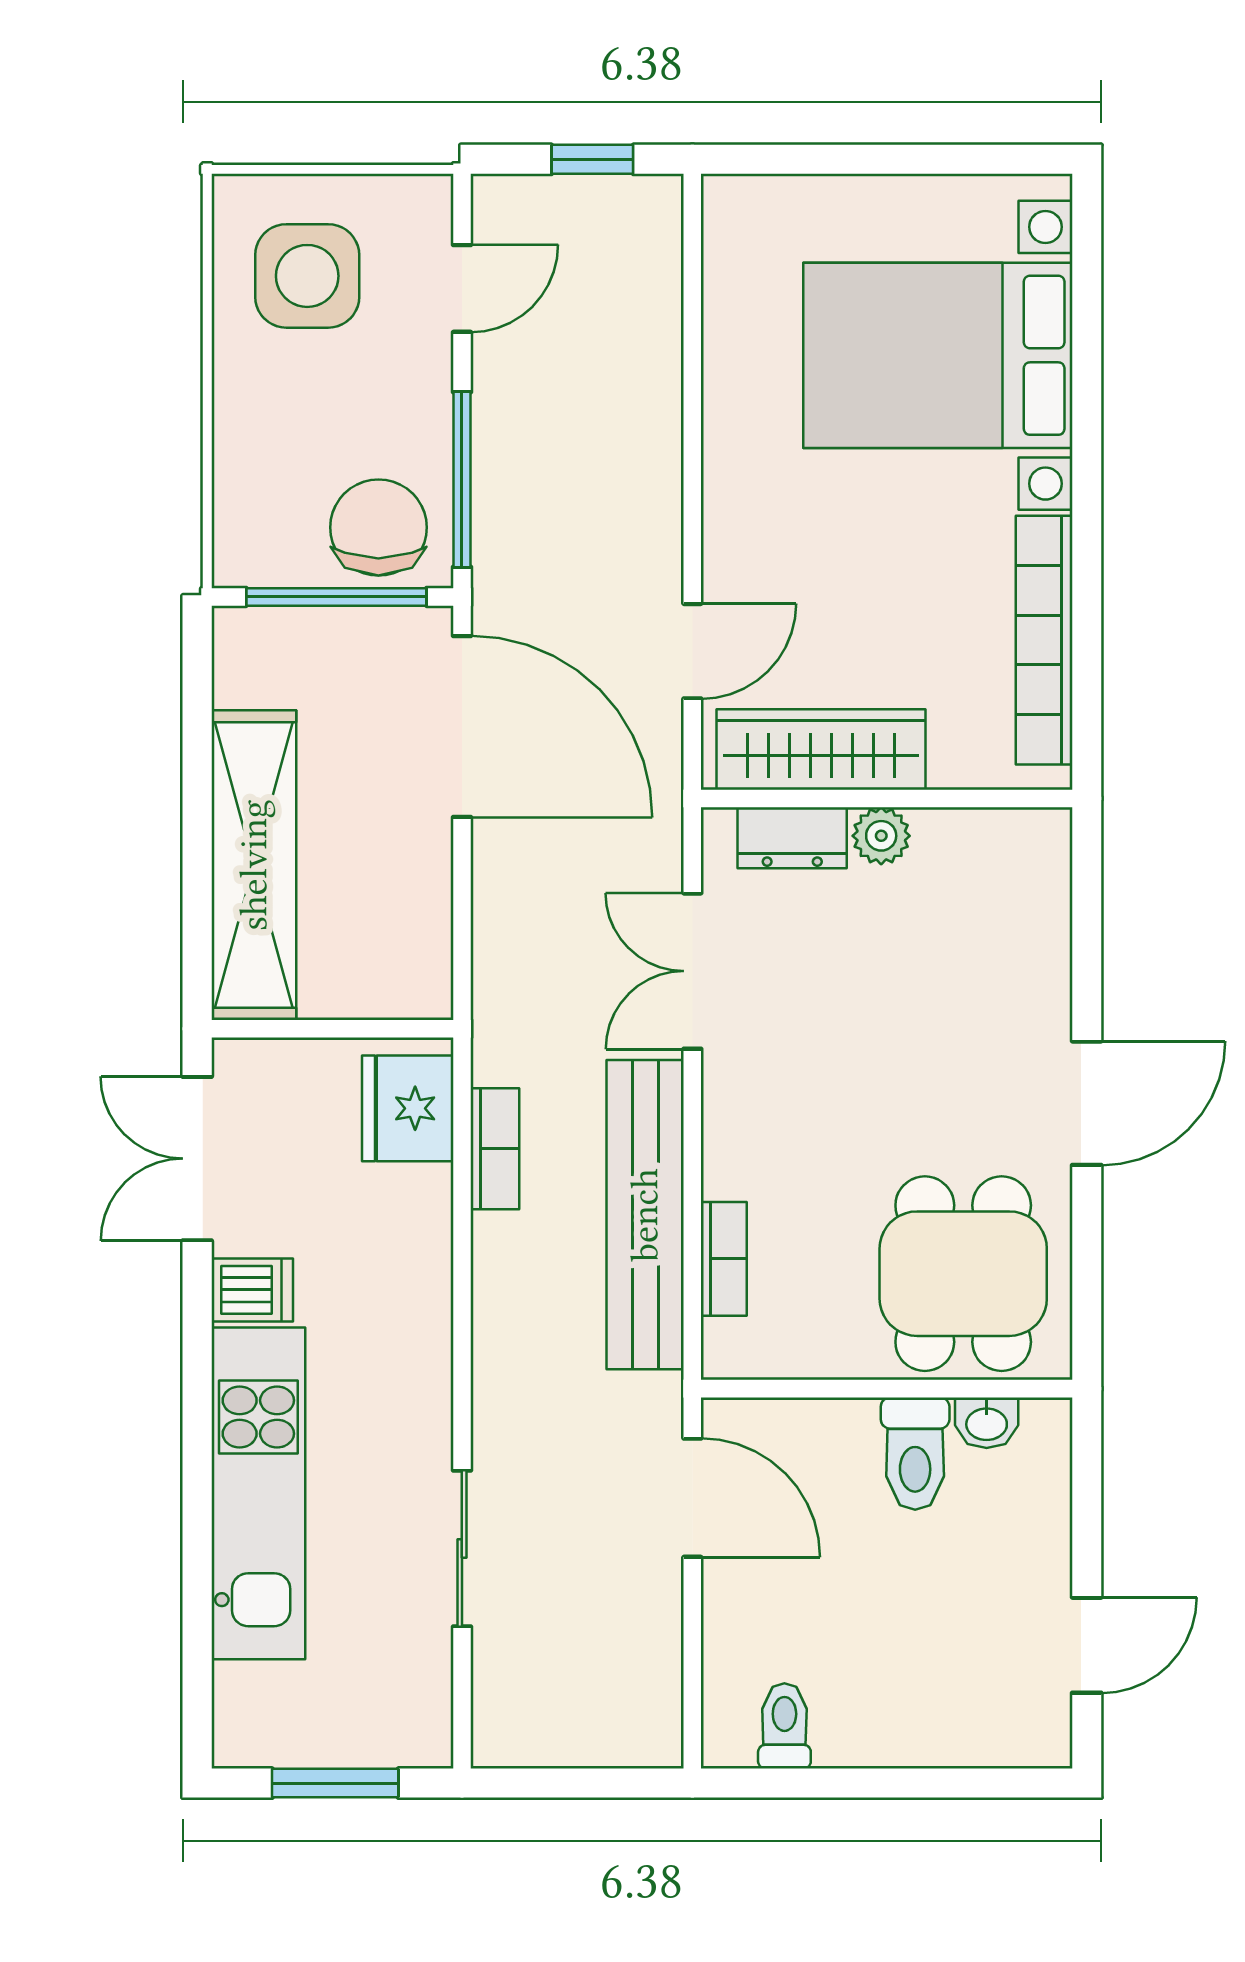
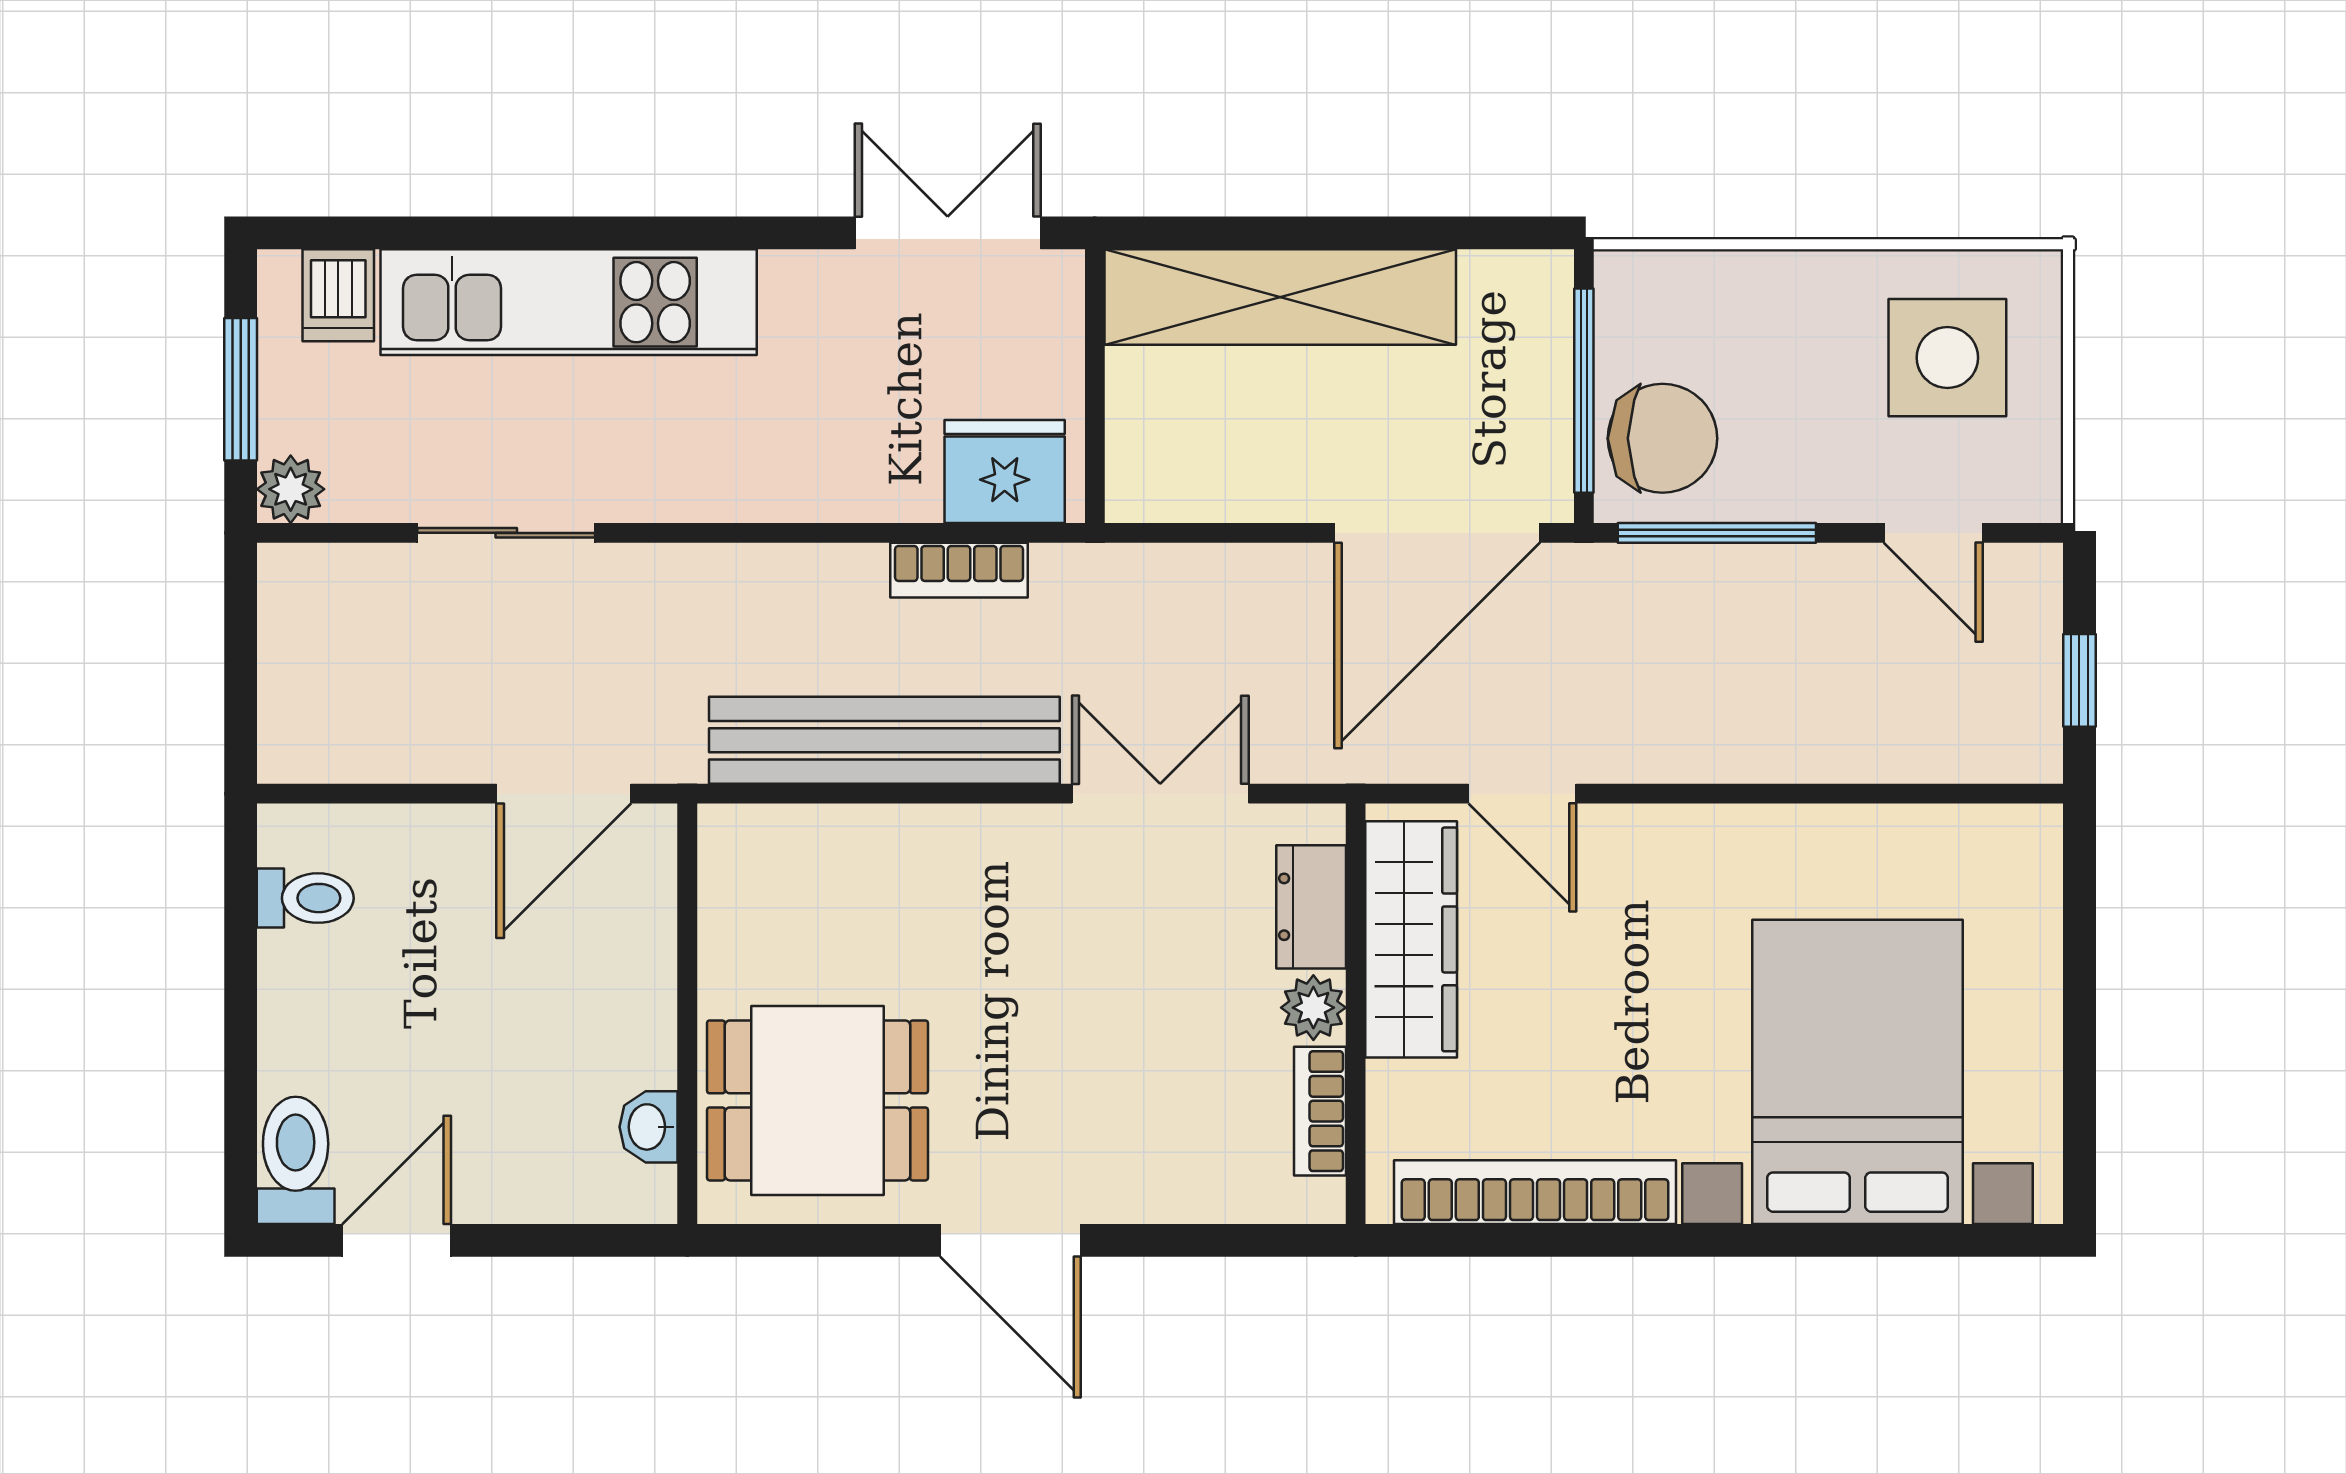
bookcase: (724, 1259) -> (1320, 1111), moved, turned 90
dishwasher: (252, 1290) -> (338, 295), moved
toilet: (915, 1454) -> (296, 1160), moved, turned 90
door: (1087, 1645) -> (397, 1240), swing flipped
plant: (424, 1739) -> (291, 489), added

